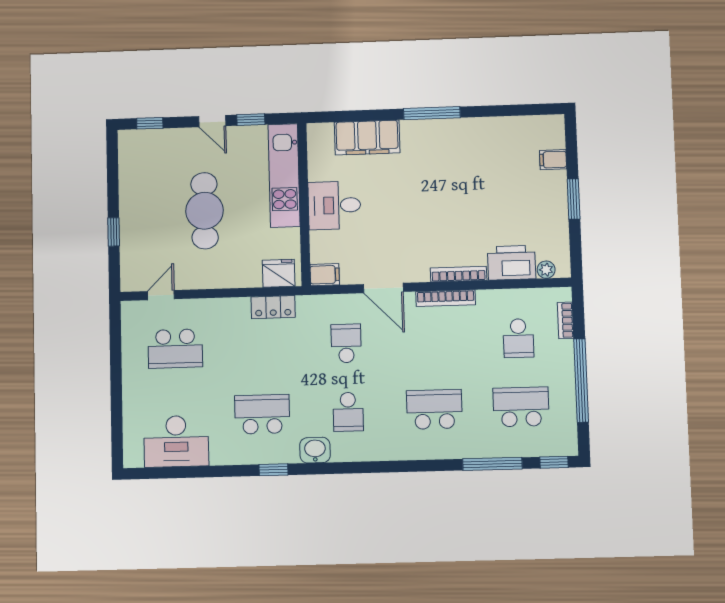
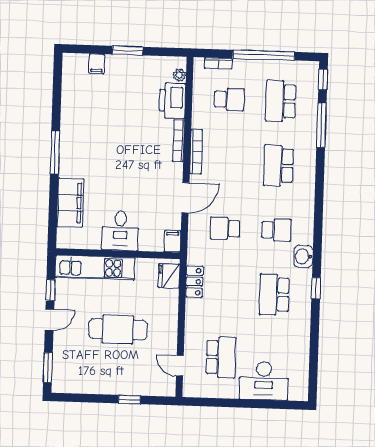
window: (150, 123) -> (48, 368), width x1.50
desk: (176, 441) -> (264, 381), moved, turned 90

